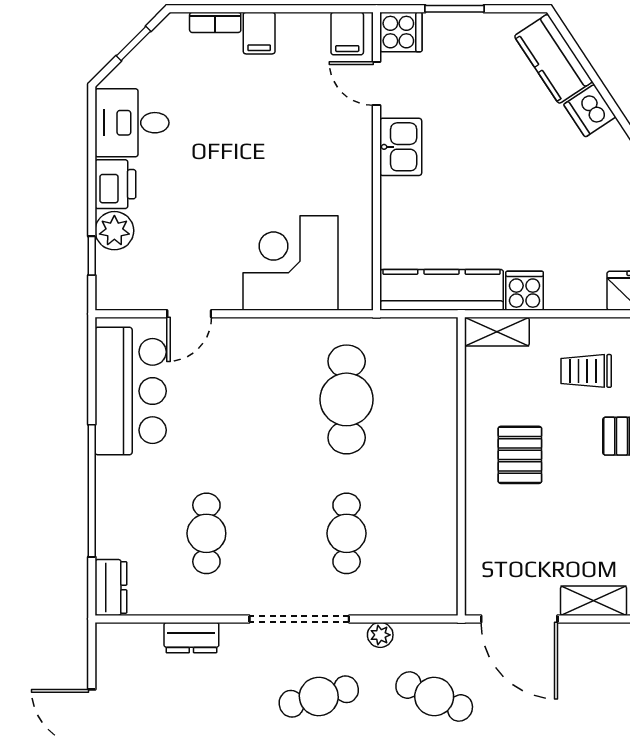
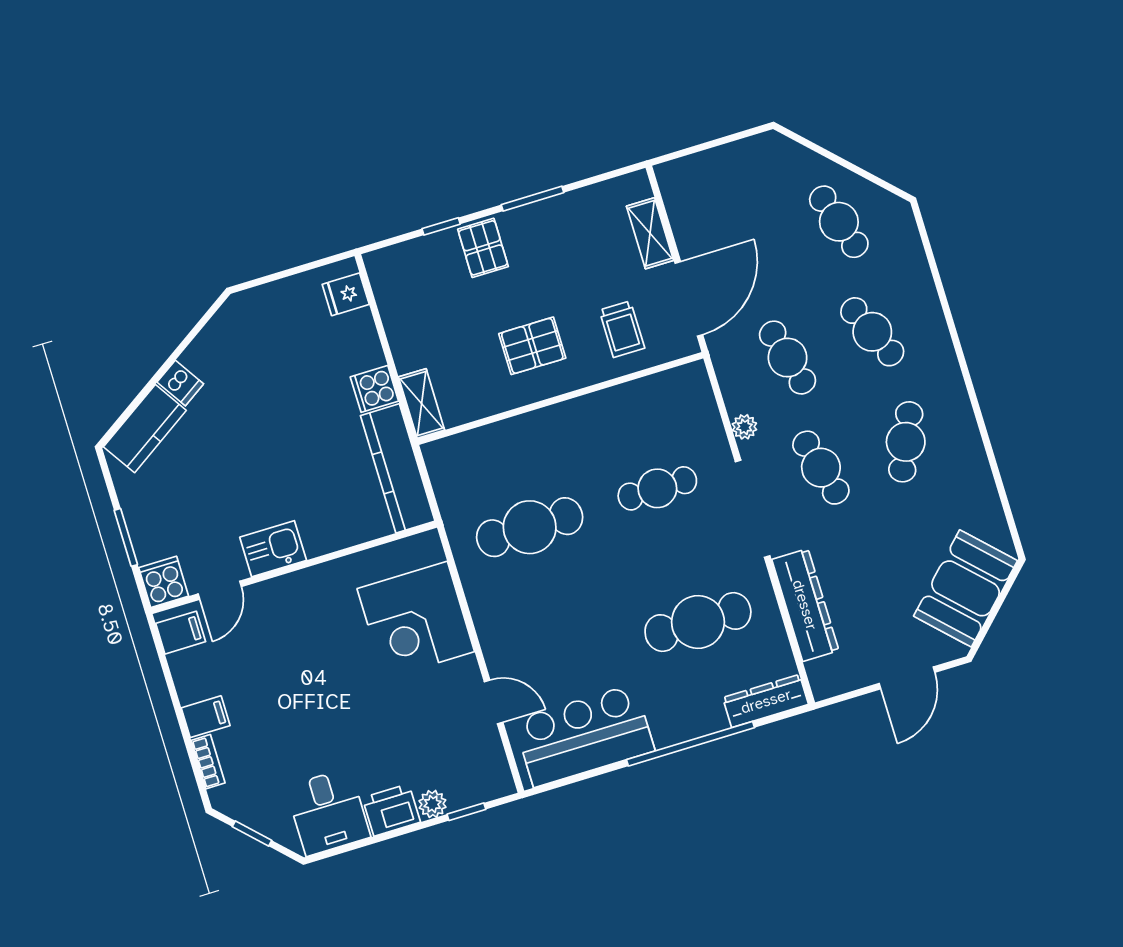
dishwasher: (590, 111) -> (180, 383), width x0.73
plant: (114, 231) -> (432, 804), width x0.73, depth x0.73
trolley: (586, 371) -> (622, 329), moved
cafe table: (206, 533) -> (698, 622), width x1.37, depth x1.35
dresser: (111, 587) -> (766, 701), width x1.44
dresser: (191, 638) -> (805, 605), width x1.96, depth x1.24
cafe table: (434, 696) -> (788, 358), turned -39

